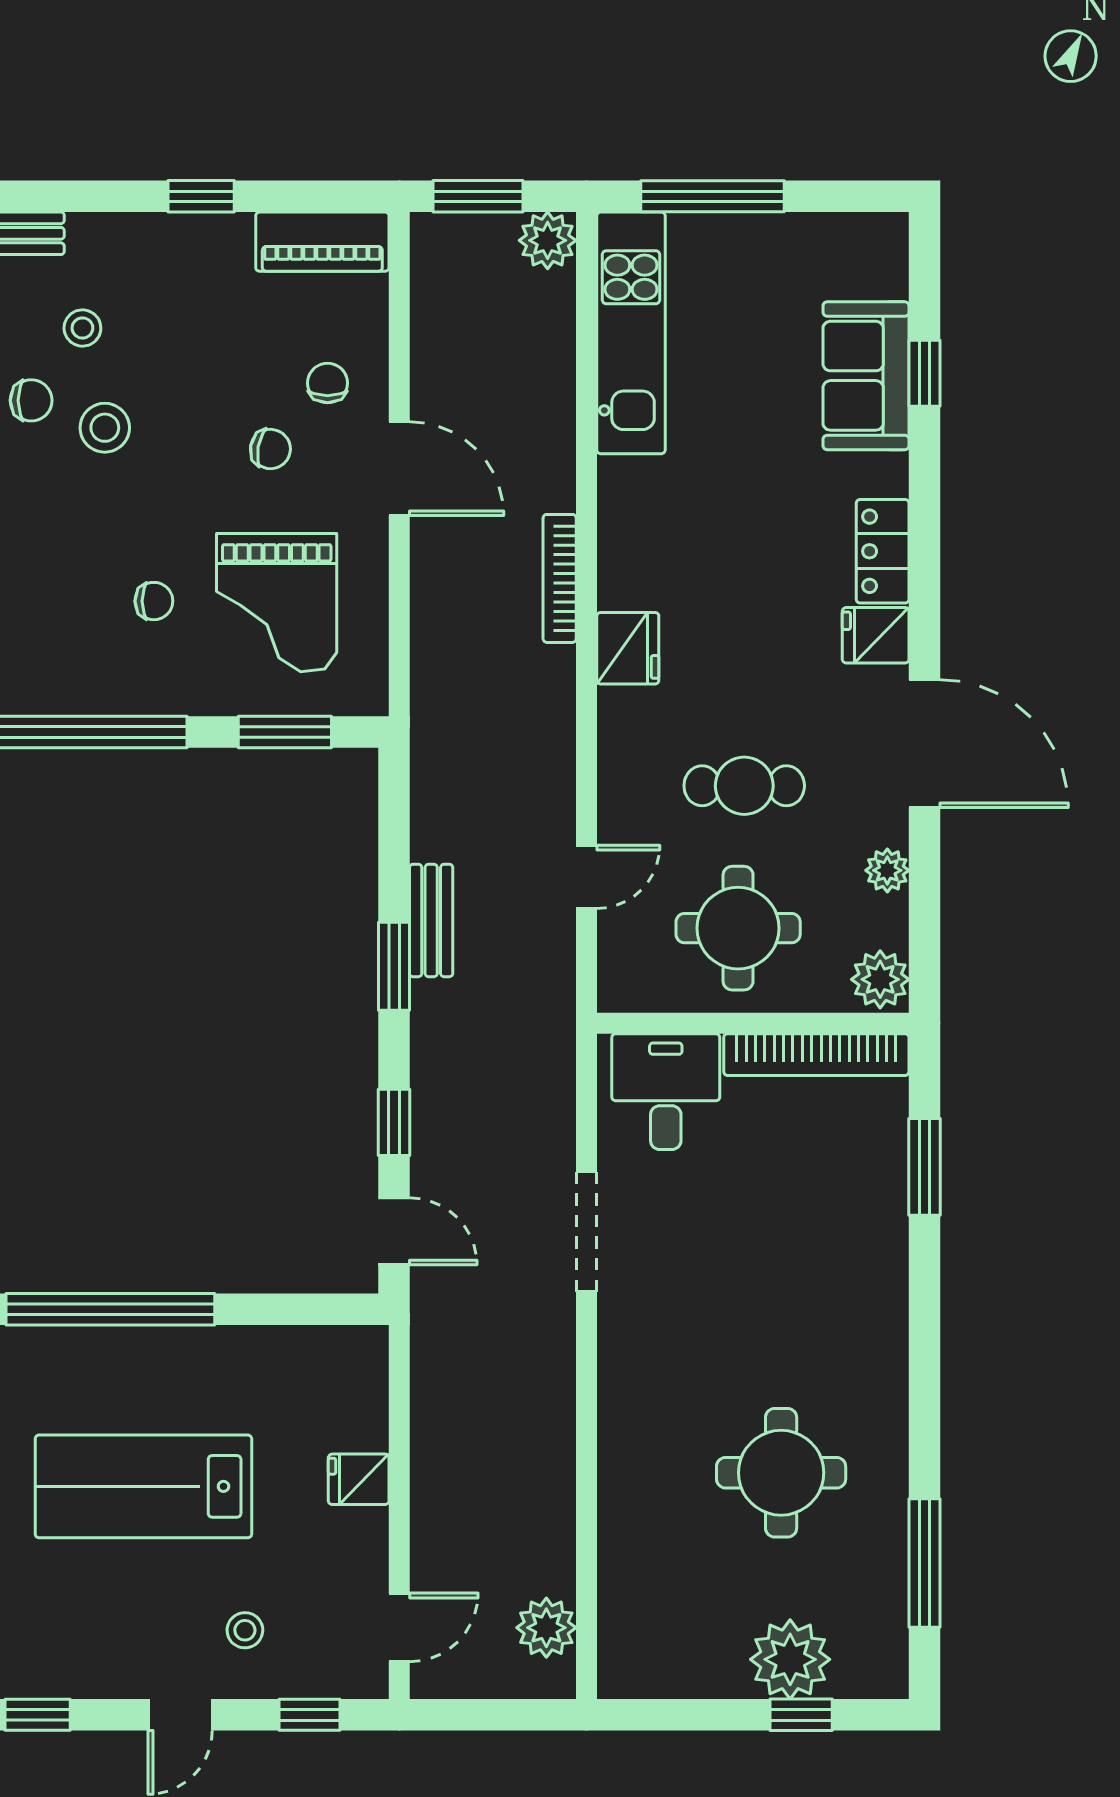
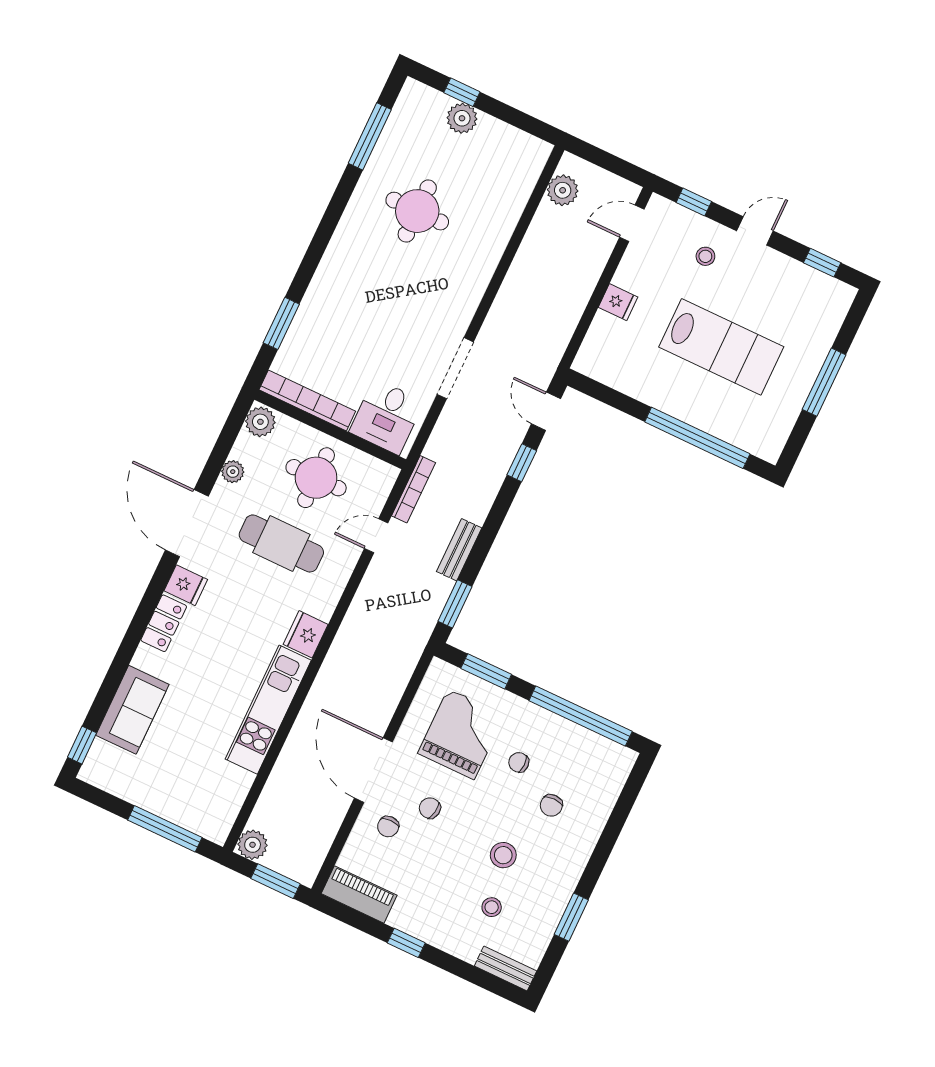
kitchen unit: (631, 333) -> (268, 710), moved
window: (924, 373) -> (82, 745), moved
chair: (31, 400) -> (551, 805), moved, turned -90
door: (399, 469) -> (373, 770), width x1.36
bookcase: (560, 578) -> (414, 489), moved
cafe table: (744, 786) -> (281, 543), width x1.37, depth x1.35
window: (394, 966) -> (455, 604), moved
plant: (790, 1659) -> (462, 118), width x0.73, depth x0.73

